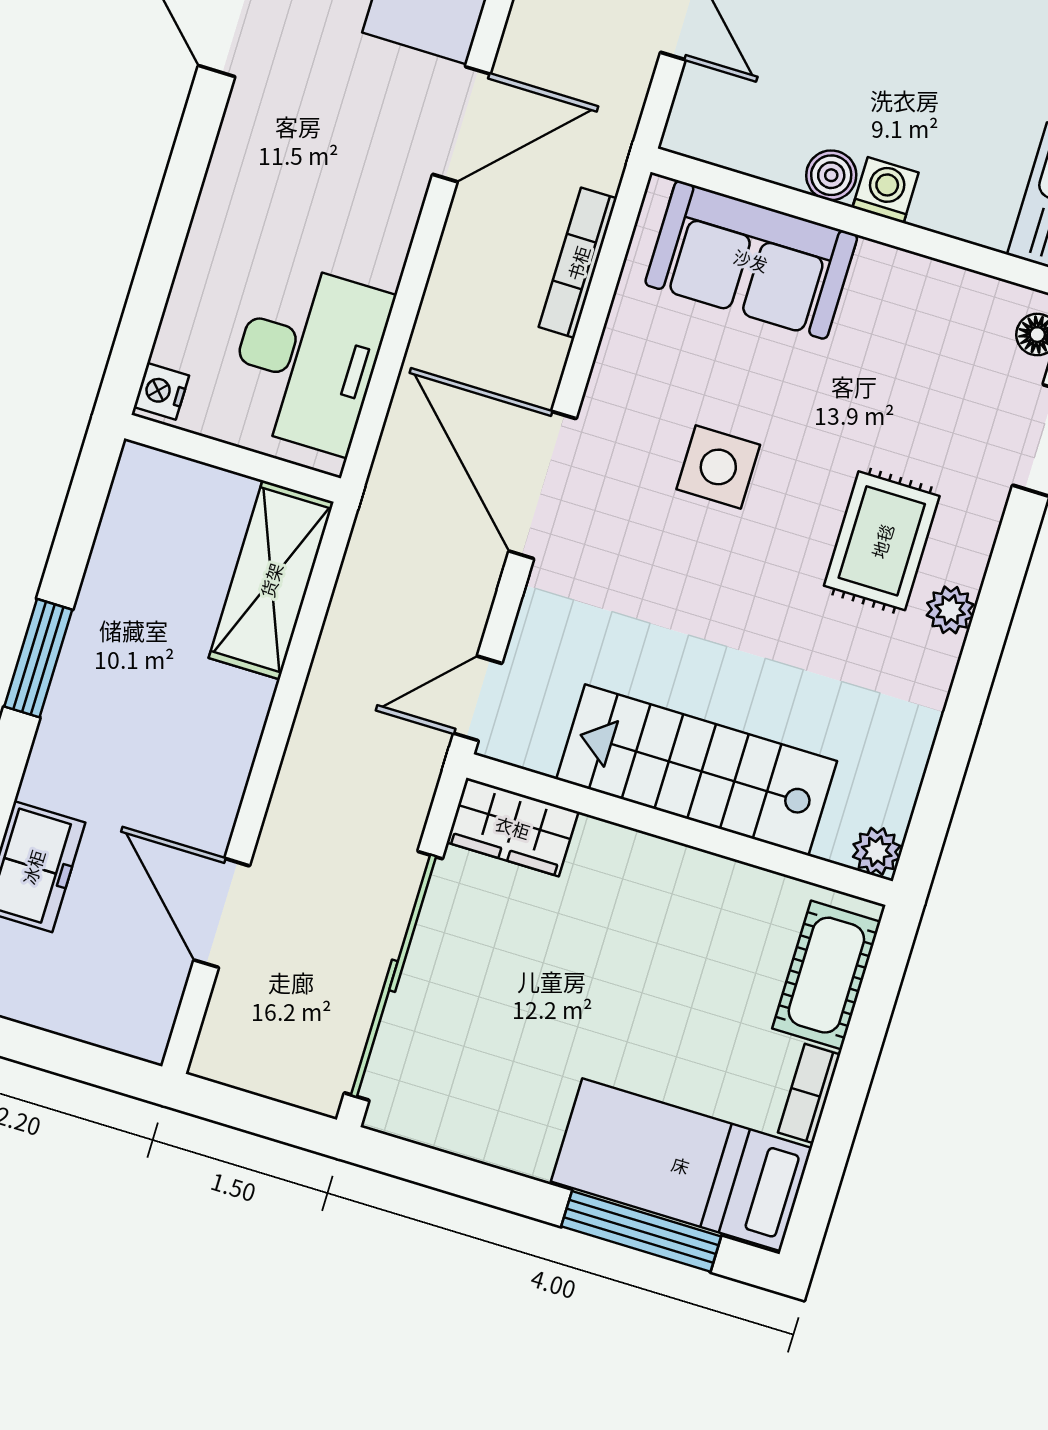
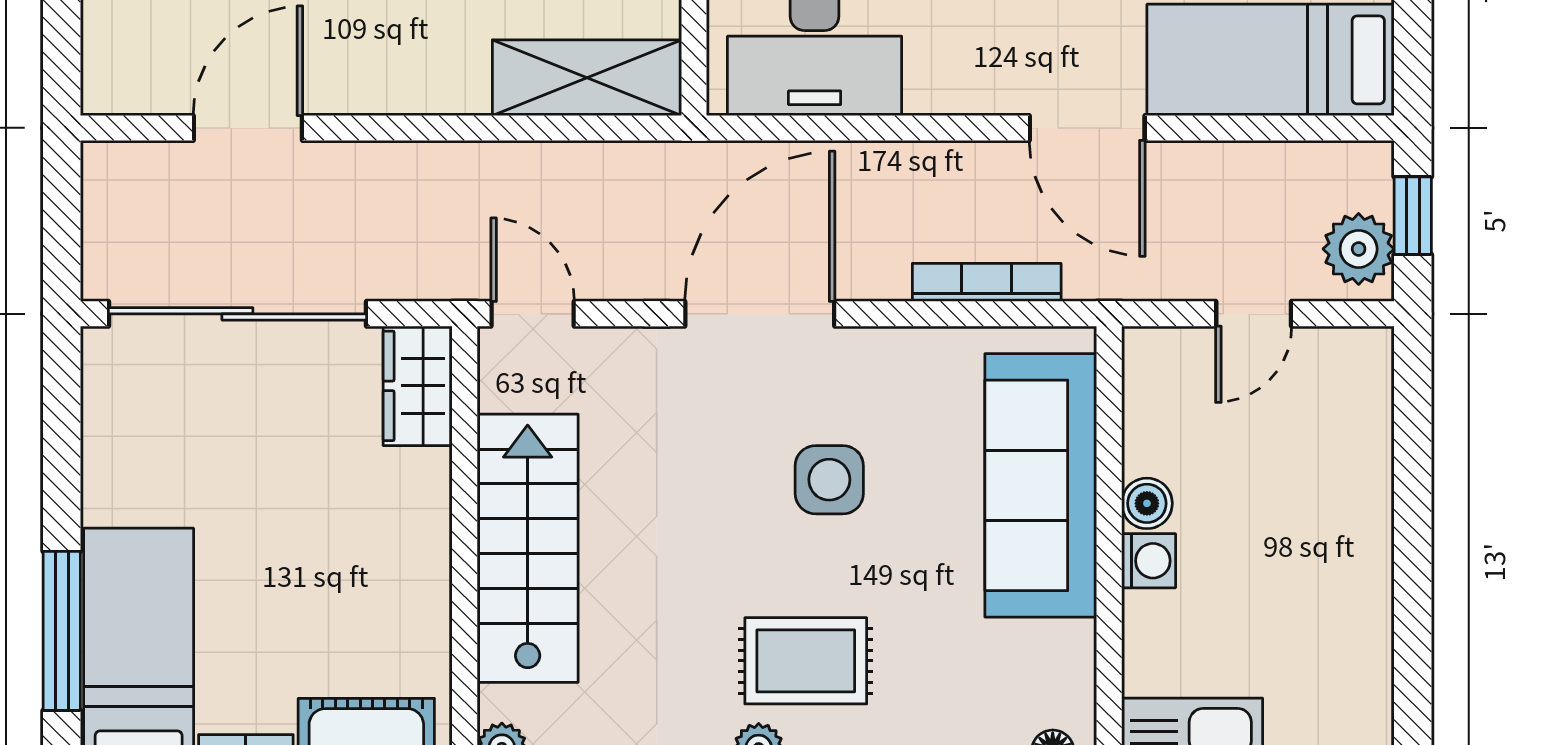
sofa: (751, 260) -> (1041, 485), width x1.36

